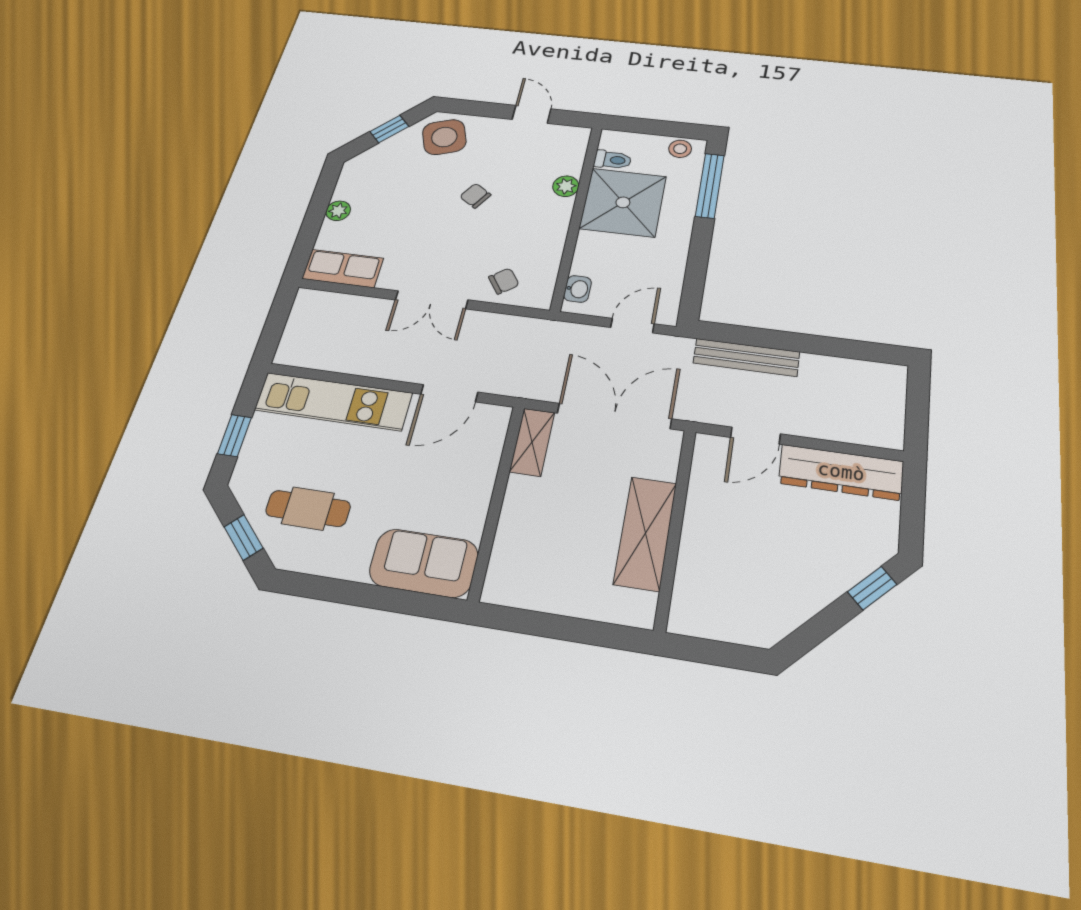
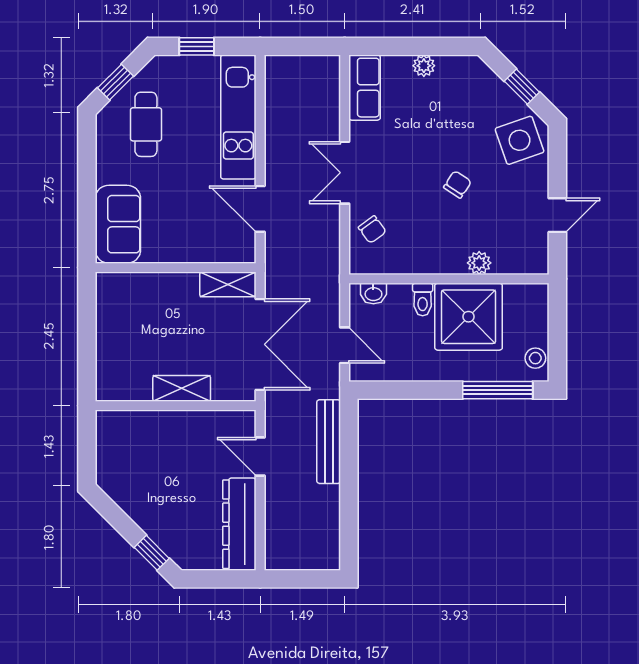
toilet: (613, 160) -> (423, 299), moved
shelving: (645, 533) -> (182, 388), width x0.67, depth x0.75

